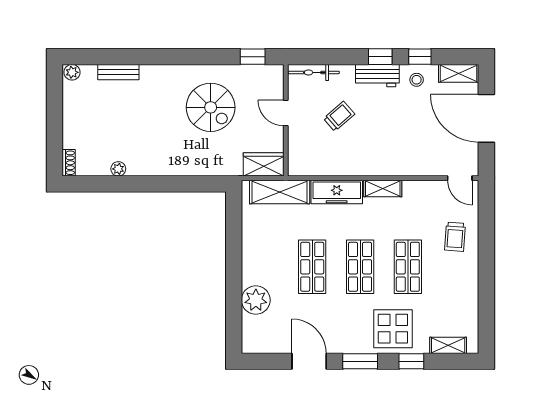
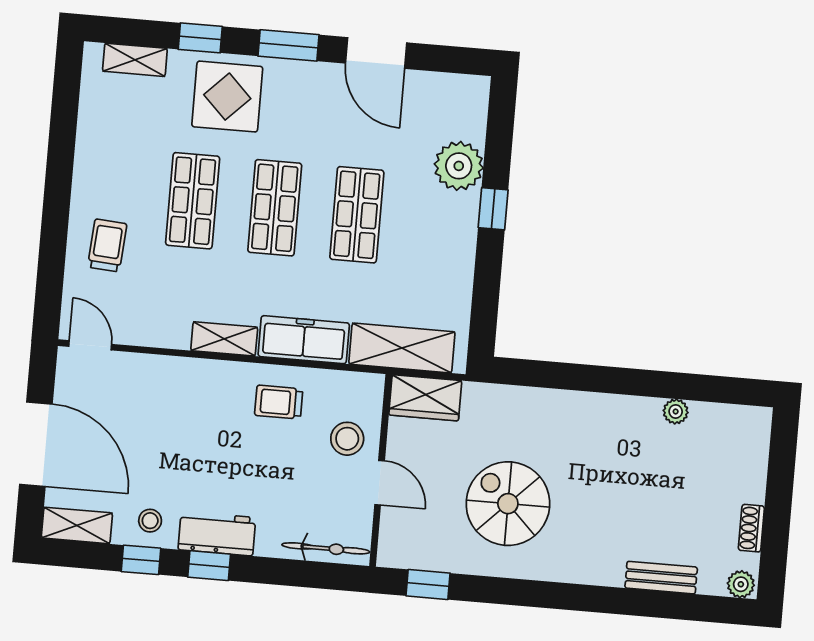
trolley: (339, 116) -> (279, 402), moved, turned 41
stool: (307, 137) -> (347, 439), added
shoe rack: (69, 163) -> (751, 528), moved
window: (234, 277) -> (493, 209), added

